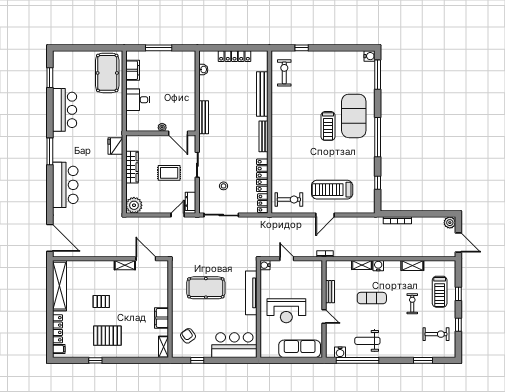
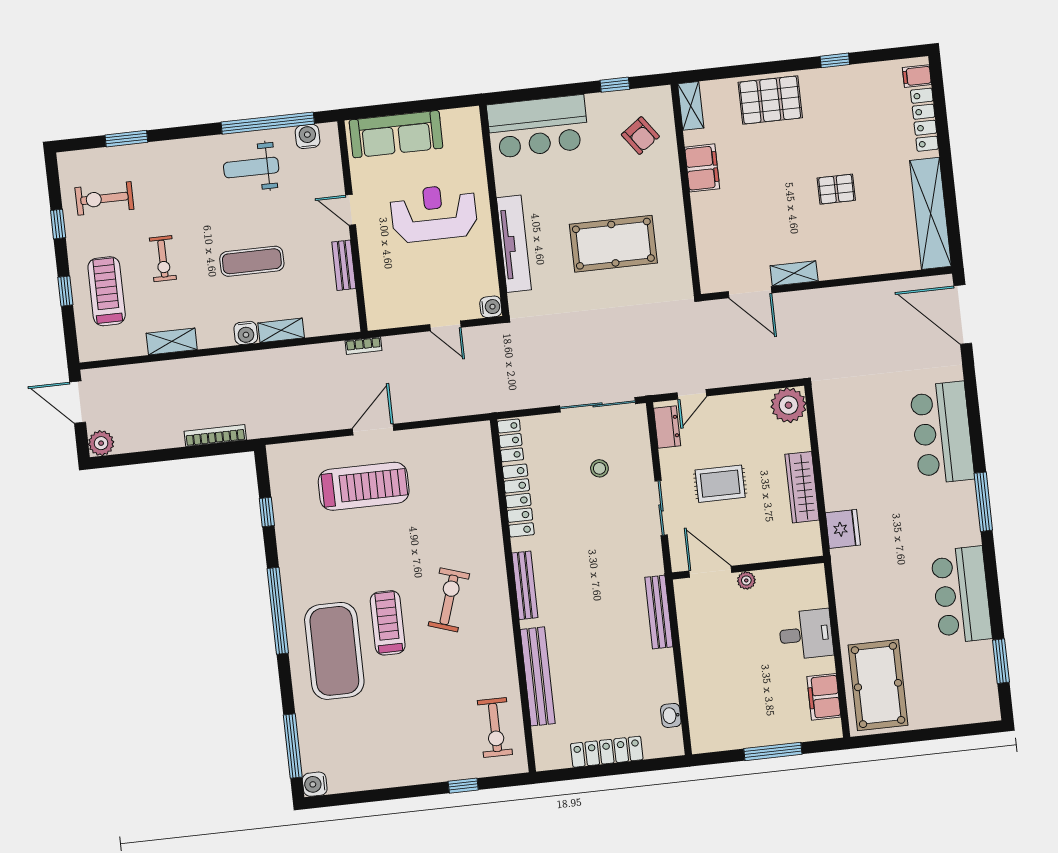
exercise bike: (289, 199) -> (449, 600), moved, turned 108
pallet: (107, 336) -> (770, 100), moved
weight bench: (367, 341) -> (251, 168), turned 180

